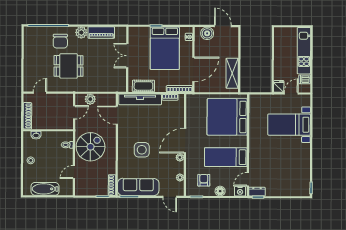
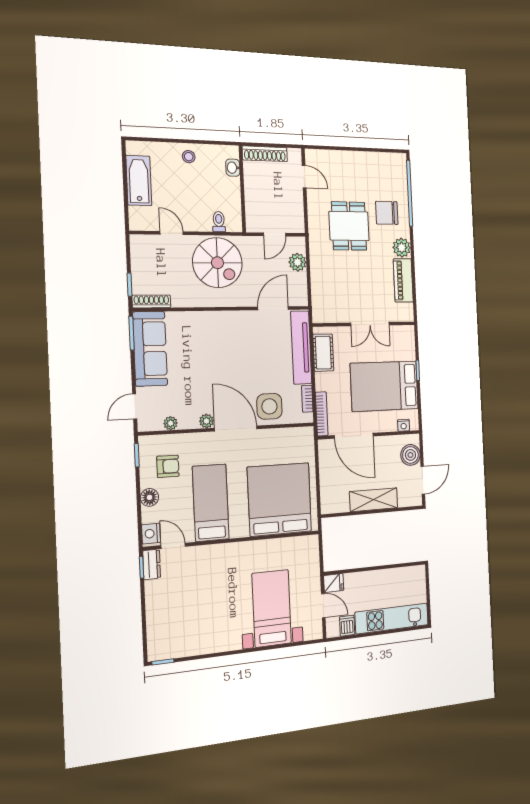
double door: (127, 56) -> (370, 324), swing flipped
shelving: (232, 73) -> (374, 500), moved
door: (74, 112) -> (275, 234), hinge flipped
side table: (142, 150) -> (269, 406), moved

